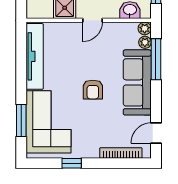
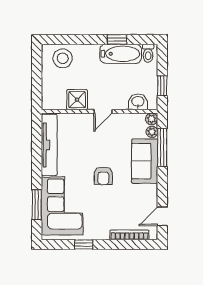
sofa: (137, 82) -> (145, 161), width x0.73

